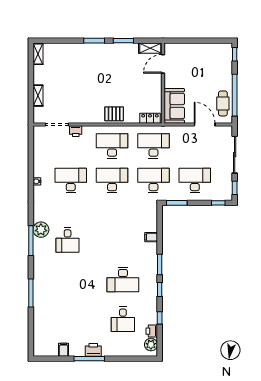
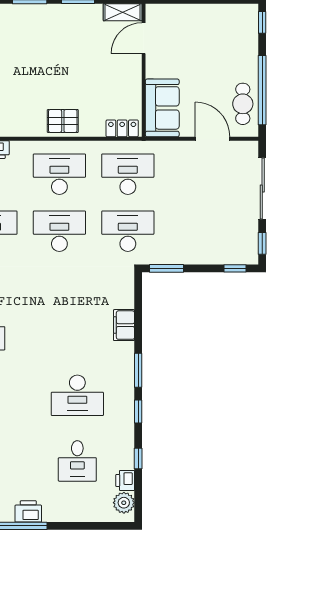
desk: (195, 180) -> (196, 231), removed
filing cabinet: (151, 237) -> (124, 325), width x2.00

